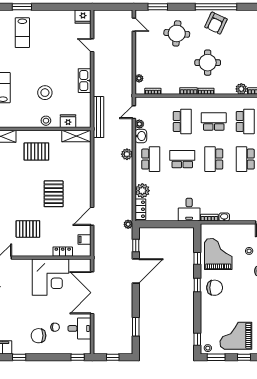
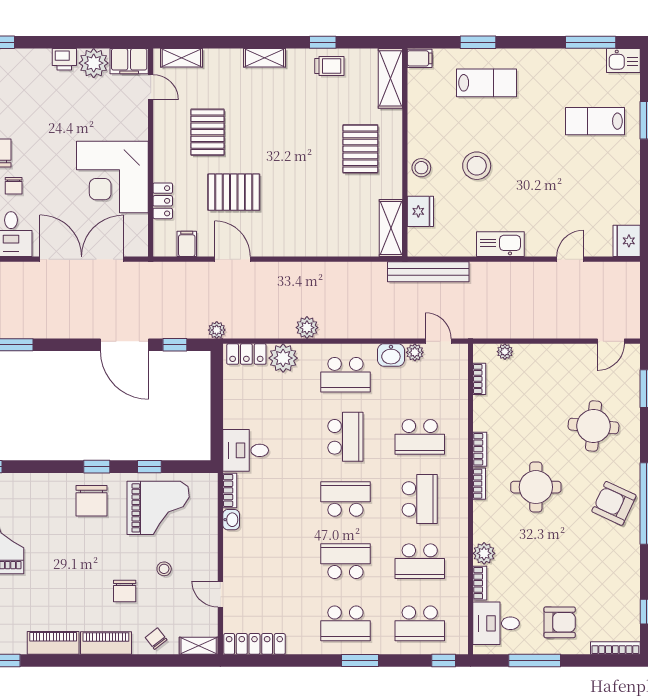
plant: (127, 154) -> (307, 328), moved
pallet: (54, 194) -> (234, 192), moved

